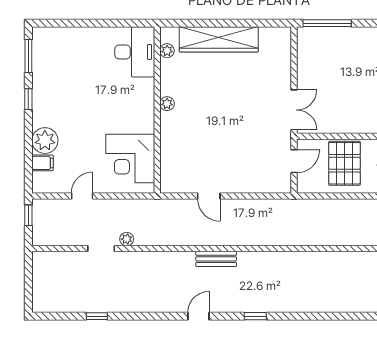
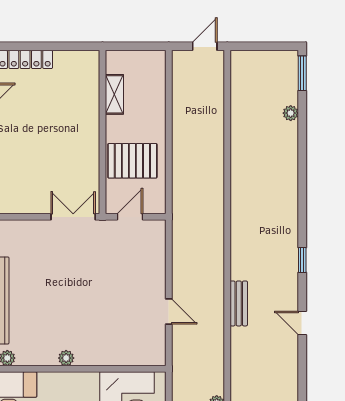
door: (294, 161) -> (130, 217), hinge flipped
door: (209, 196) -> (169, 312), hinge flipped

